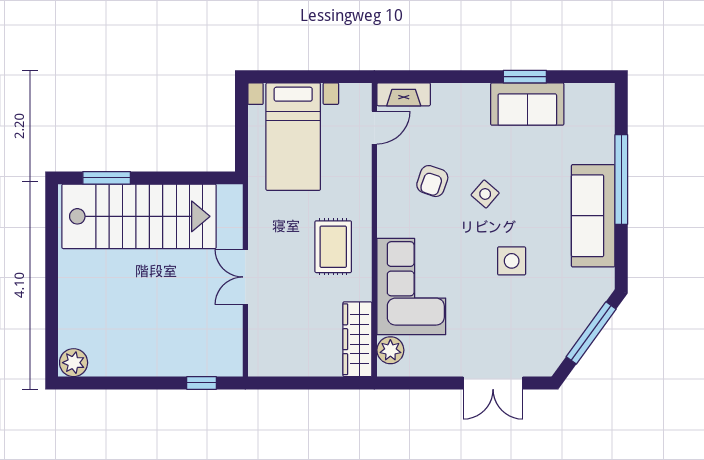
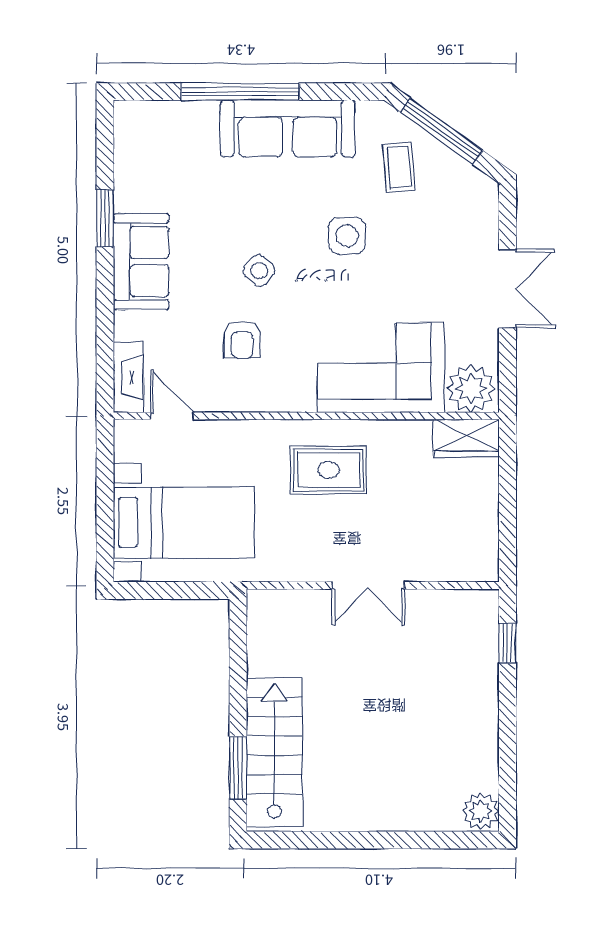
sofa: (527, 104) -> (141, 262), moved
armchair: (432, 181) -> (242, 340), turned 71
stairs: (139, 216) -> (274, 752), width x0.73, depth x0.66
coffee table: (564, 300) -> (399, 167), added
wardrobe: (357, 339) -> (466, 438), width x0.67
plant: (390, 350) -> (471, 388), width x1.36, depth x1.36
double door: (493, 383) -> (507, 289), moved

